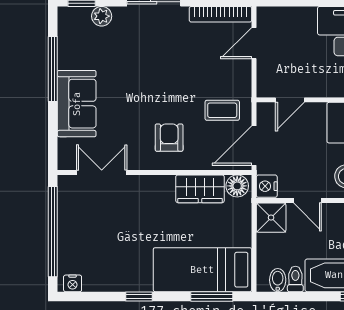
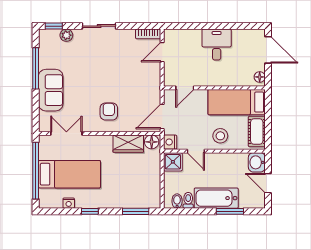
bookcase: (221, 14) -> (148, 34), width x0.64
coffee table: (222, 110) -> (142, 94), removed
bed: (202, 270) -> (69, 174), moved, turned 180
nightstand: (73, 283) -> (69, 203), moved

